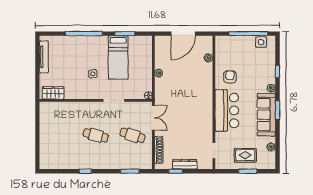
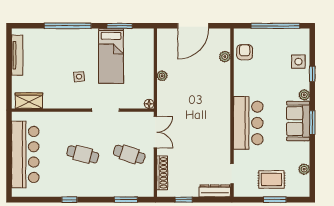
side table: (261, 42) -> (298, 62), moved
armchair: (230, 77) -> (245, 52), moved
sofa: (266, 115) -> (298, 121), width x0.73
bar counter: (50, 135) -> (25, 154), added
dresser: (185, 164) -> (215, 191), moved

